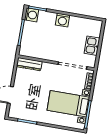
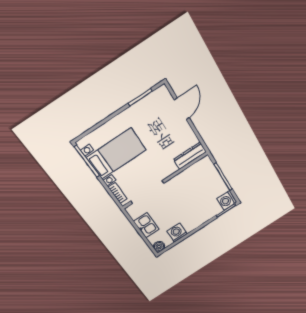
washing machine: (63, 20) -> (177, 233), moved
boiler: (98, 24) -> (159, 246), added

